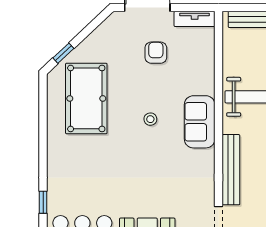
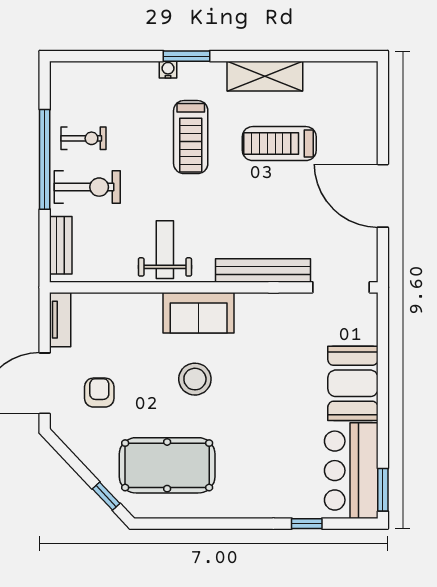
armchair: (156, 53) -> (99, 393), moved, turned 90
stool: (150, 119) -> (195, 379), width x1.89, depth x1.89

